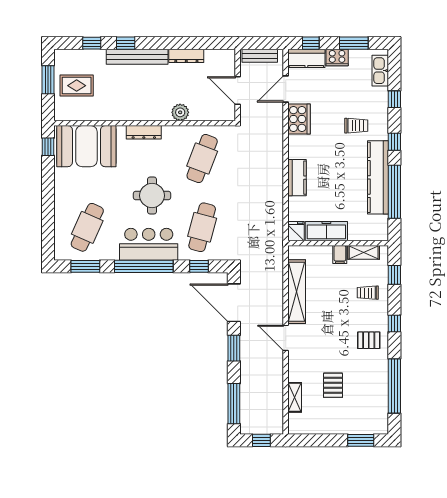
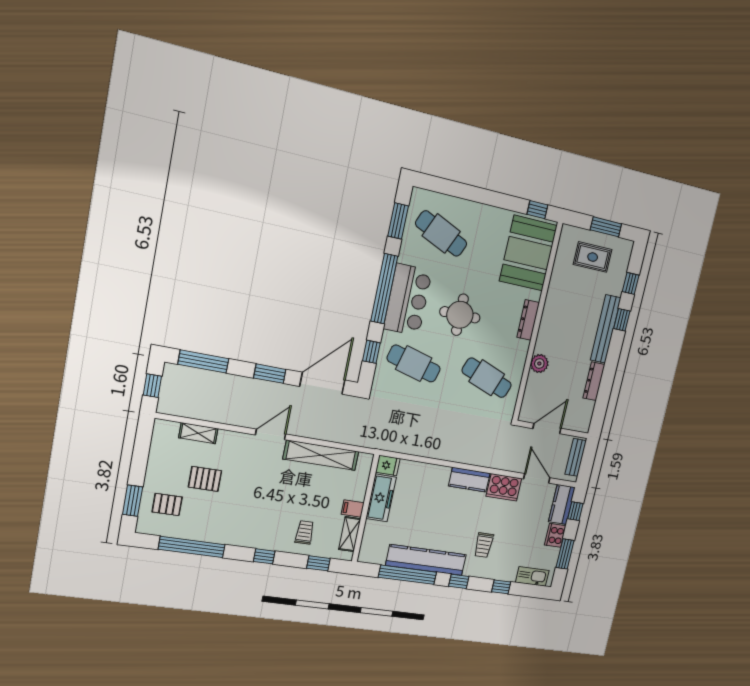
rug: (77, 86) -> (593, 257), turned 90
kitchen counter: (297, 178) -> (469, 480), moved
pallet: (369, 340) -> (167, 504), moved, turned 90

